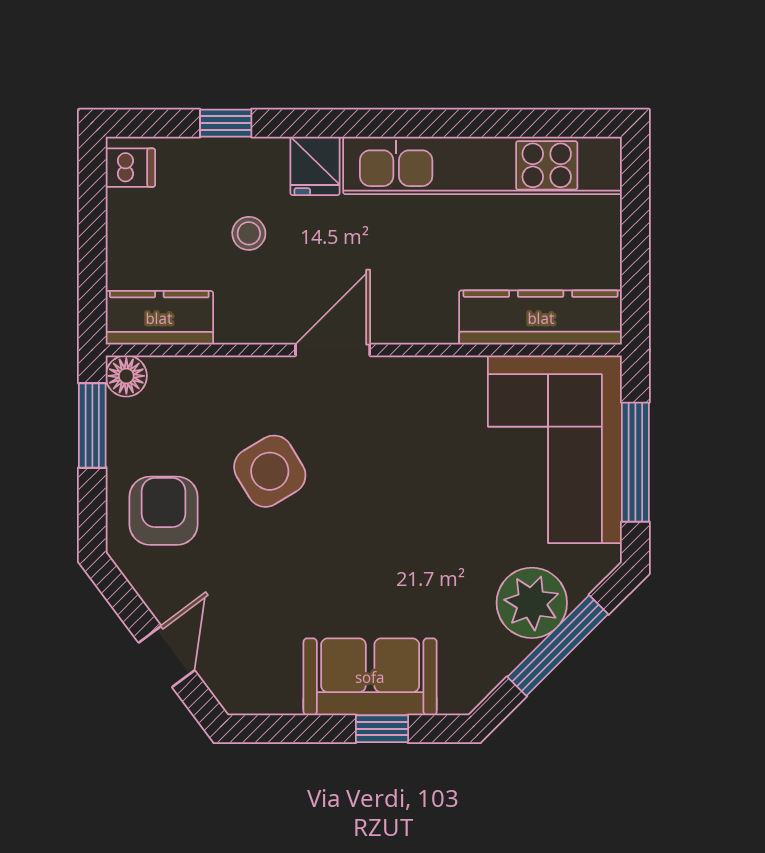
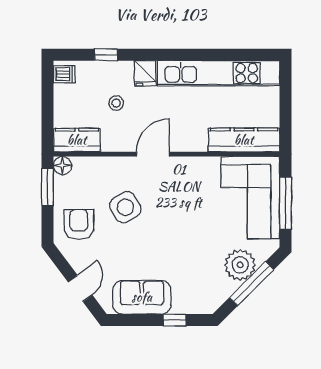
sofa: (370, 677) -> (142, 297), moved

